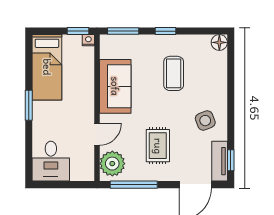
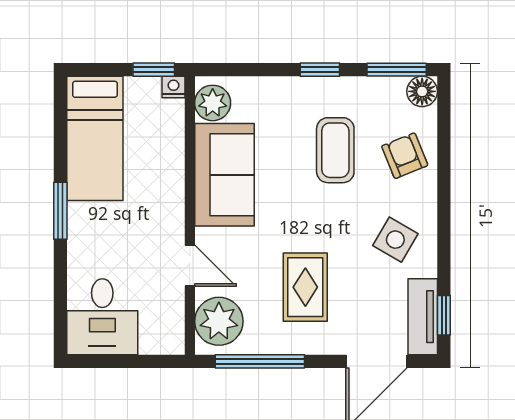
window: (123, 31) -> (397, 70), moved
plant: (109, 49) -> (213, 103), added
armchair: (210, 76) -> (405, 156), added
side table: (205, 121) -> (395, 240), turned -38
door: (97, 134) -> (190, 266), hinge flipped

